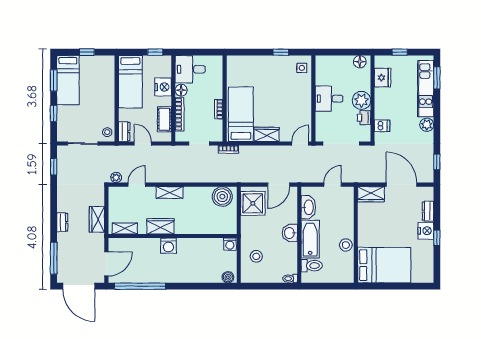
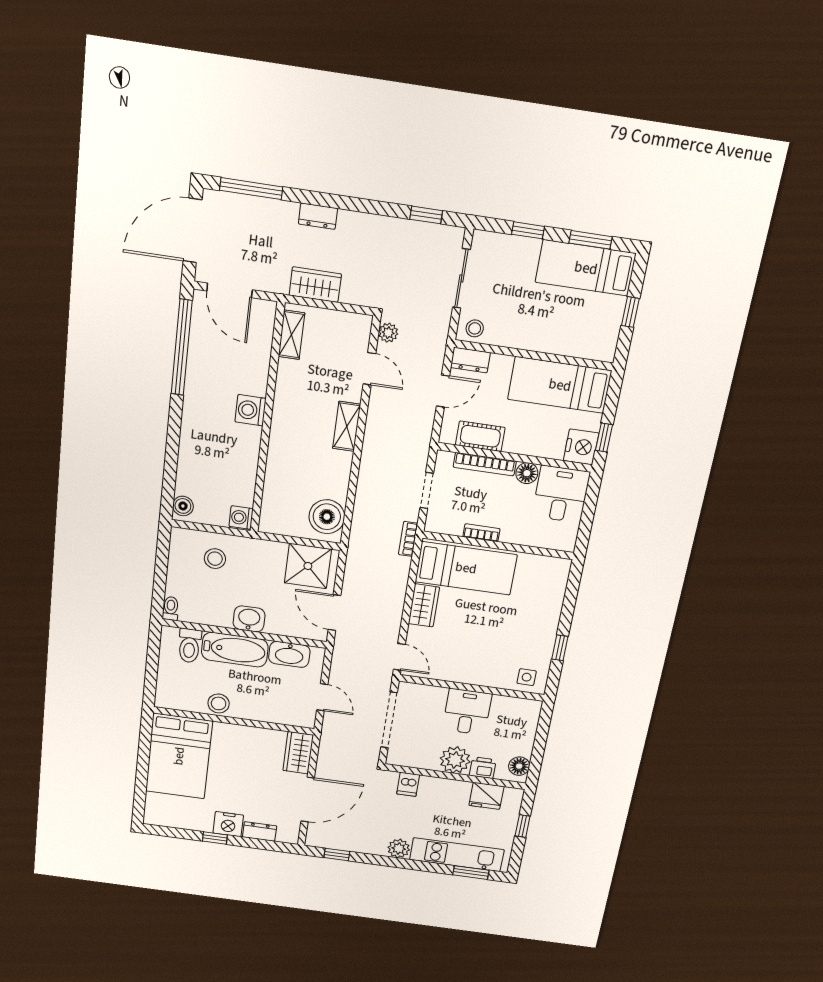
nightstand: (163, 87) -> (581, 447), moved, turned -90
printer: (364, 118) -> (483, 768), moved
wardrobe: (160, 226) -> (288, 401), removed

